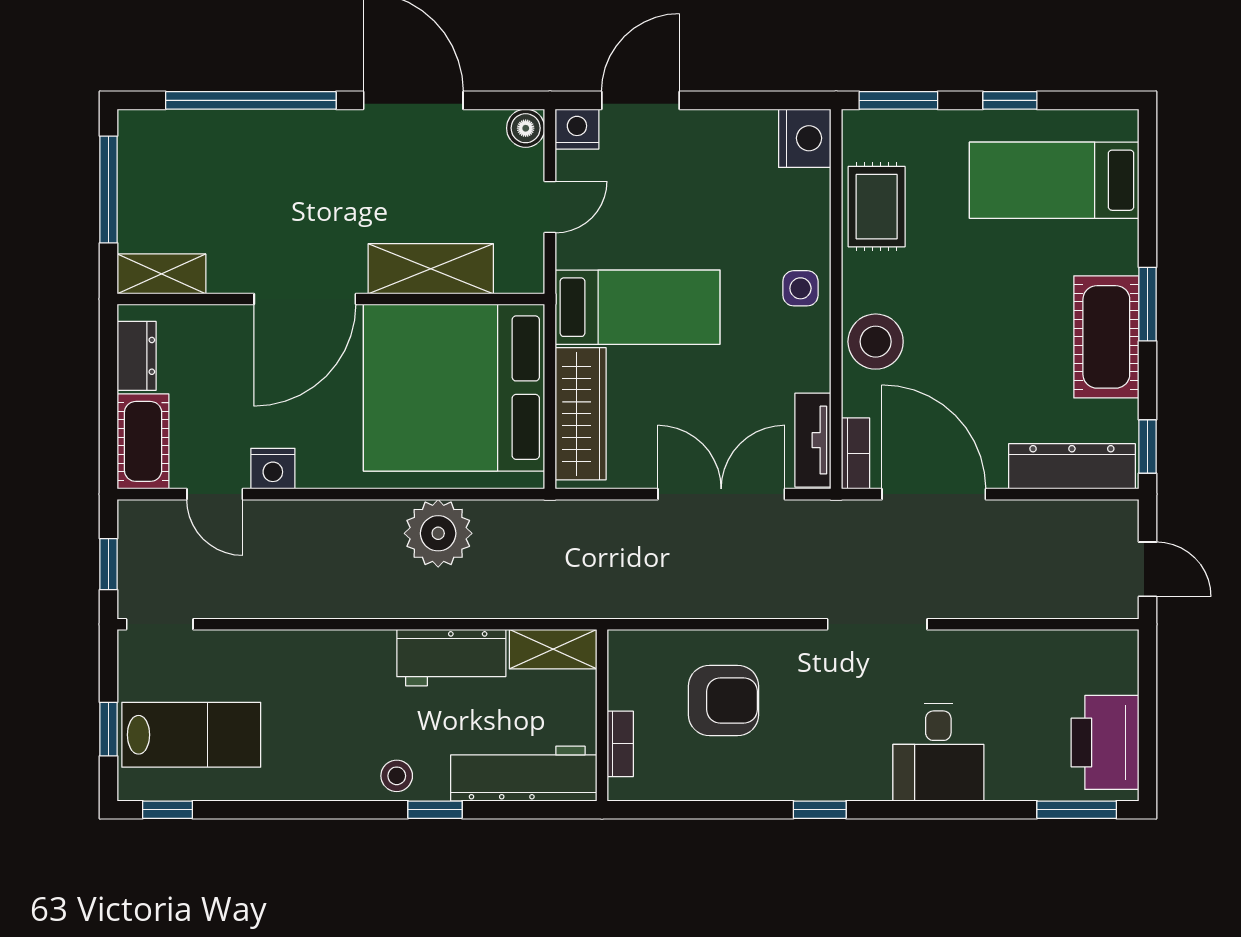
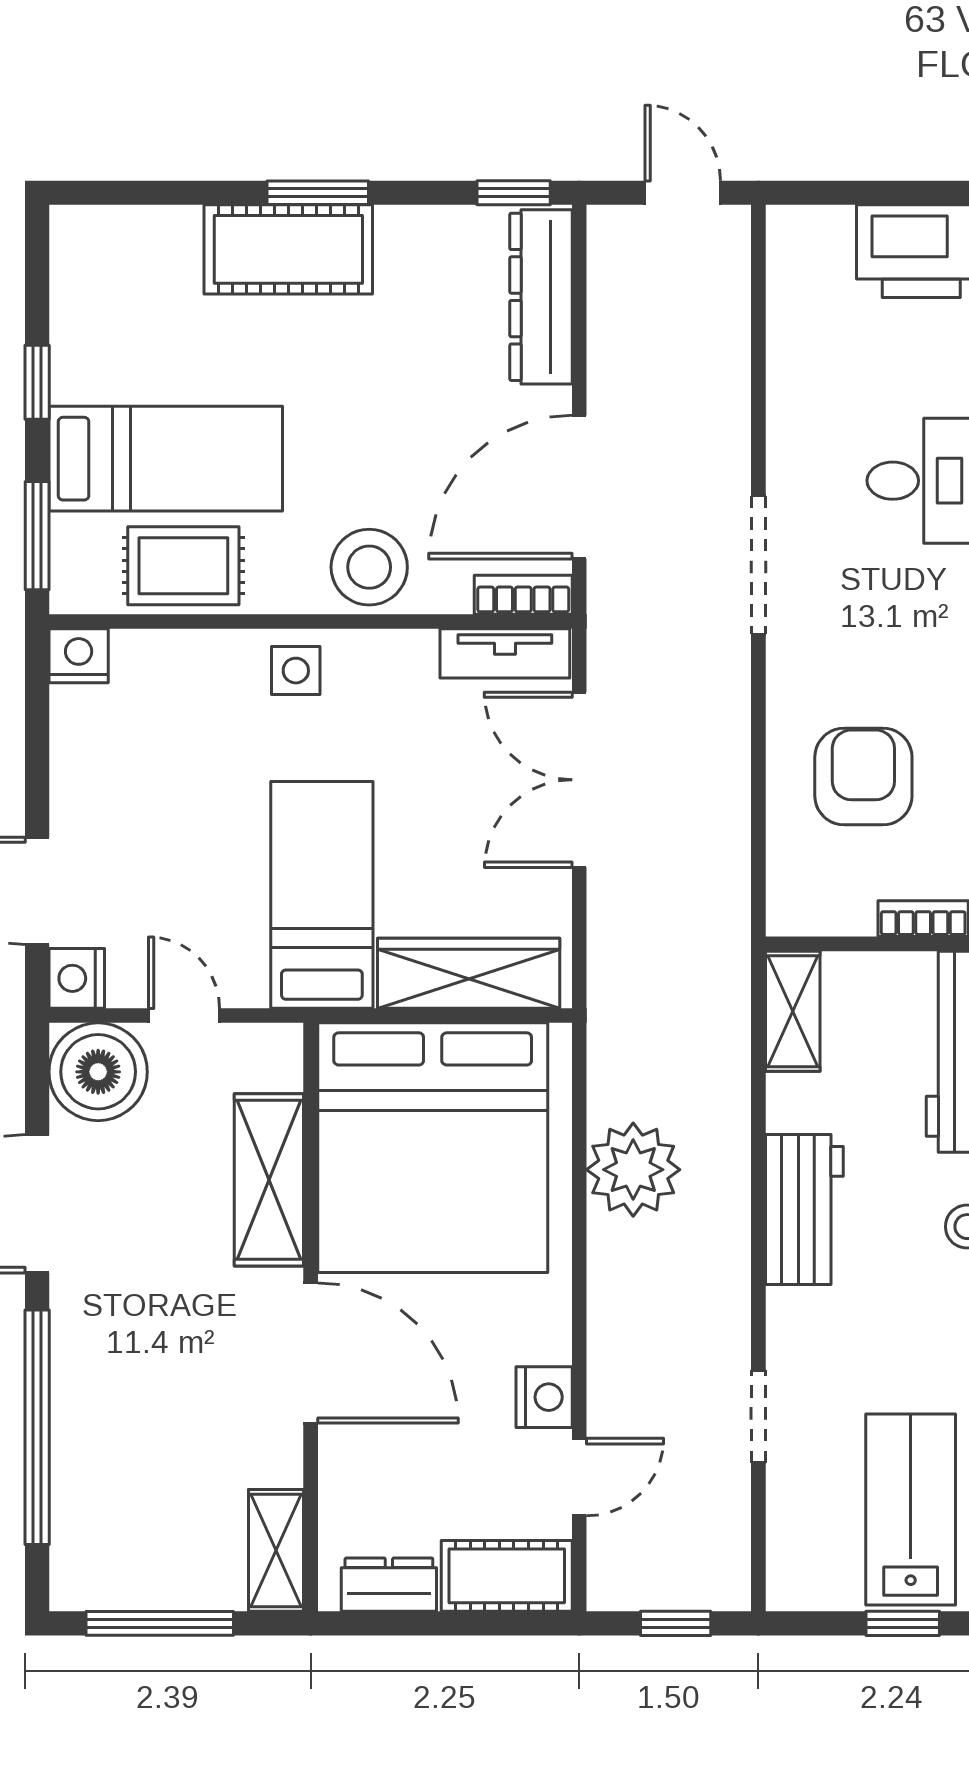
boiler: (526, 128) -> (98, 1072), width x1.86, depth x1.86
nightstand: (805, 138) -> (79, 656), width x0.74, depth x0.75
bed: (1054, 180) -> (166, 459), moved, turned -90
cot: (1106, 337) -> (288, 249), moved
door: (1147, 569) -> (683, 193), hinge flipped
doorway: (160, 624) -> (758, 1417), moved
workbench: (451, 658) -> (804, 1210), moved

